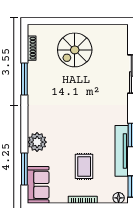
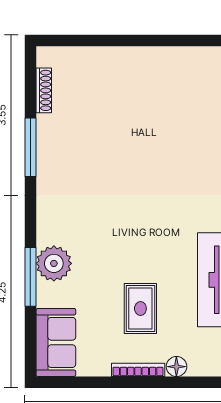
spiral stairs: (75, 50) -> (123, 94), removed
window: (24, 169) -> (30, 277), moved
floor lamp: (119, 198) -> (176, 367), moved

